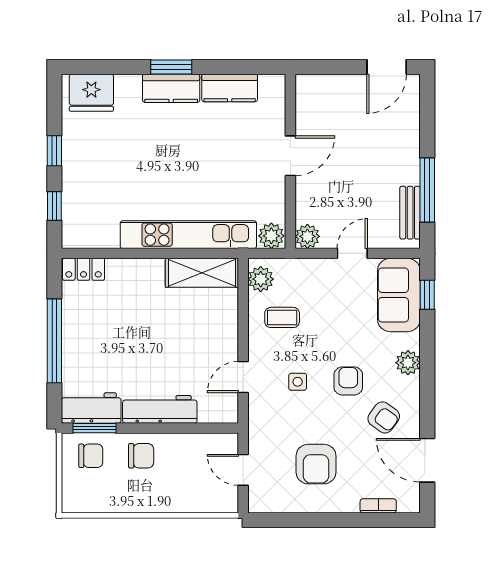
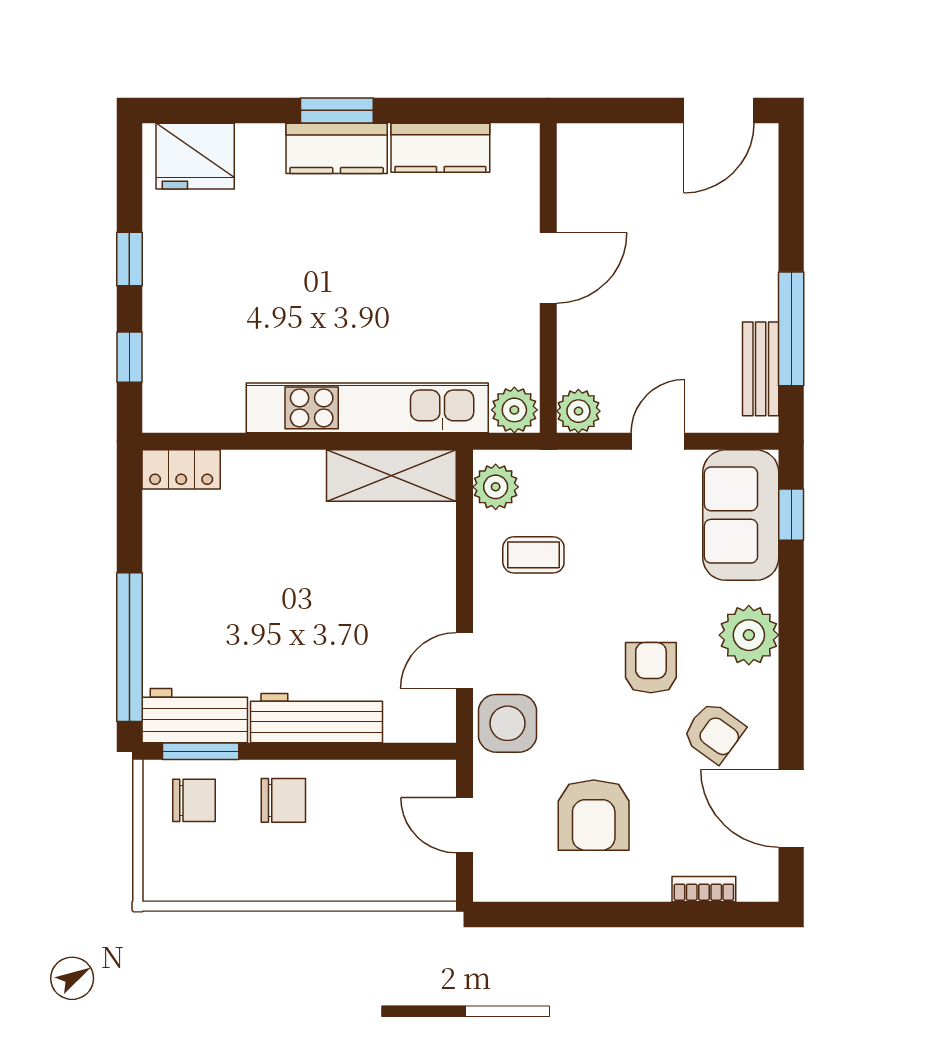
window: (54, 341) -> (129, 647), moved
plant: (408, 363) -> (749, 635), width x1.36, depth x1.36
side table: (298, 382) -> (507, 723), moved, width x1.87, depth x1.87

